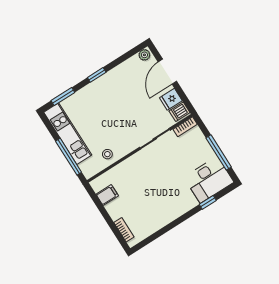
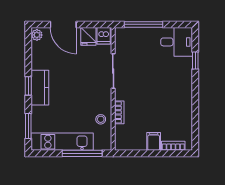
kitchen counter: (101, 86) -> (40, 88), added
bookcase: (185, 127) -> (119, 112), moved
window: (219, 152) -> (144, 24), moved
desk: (209, 180) -> (177, 42), width x0.73
filing cabinet: (107, 195) -> (154, 141), moved

